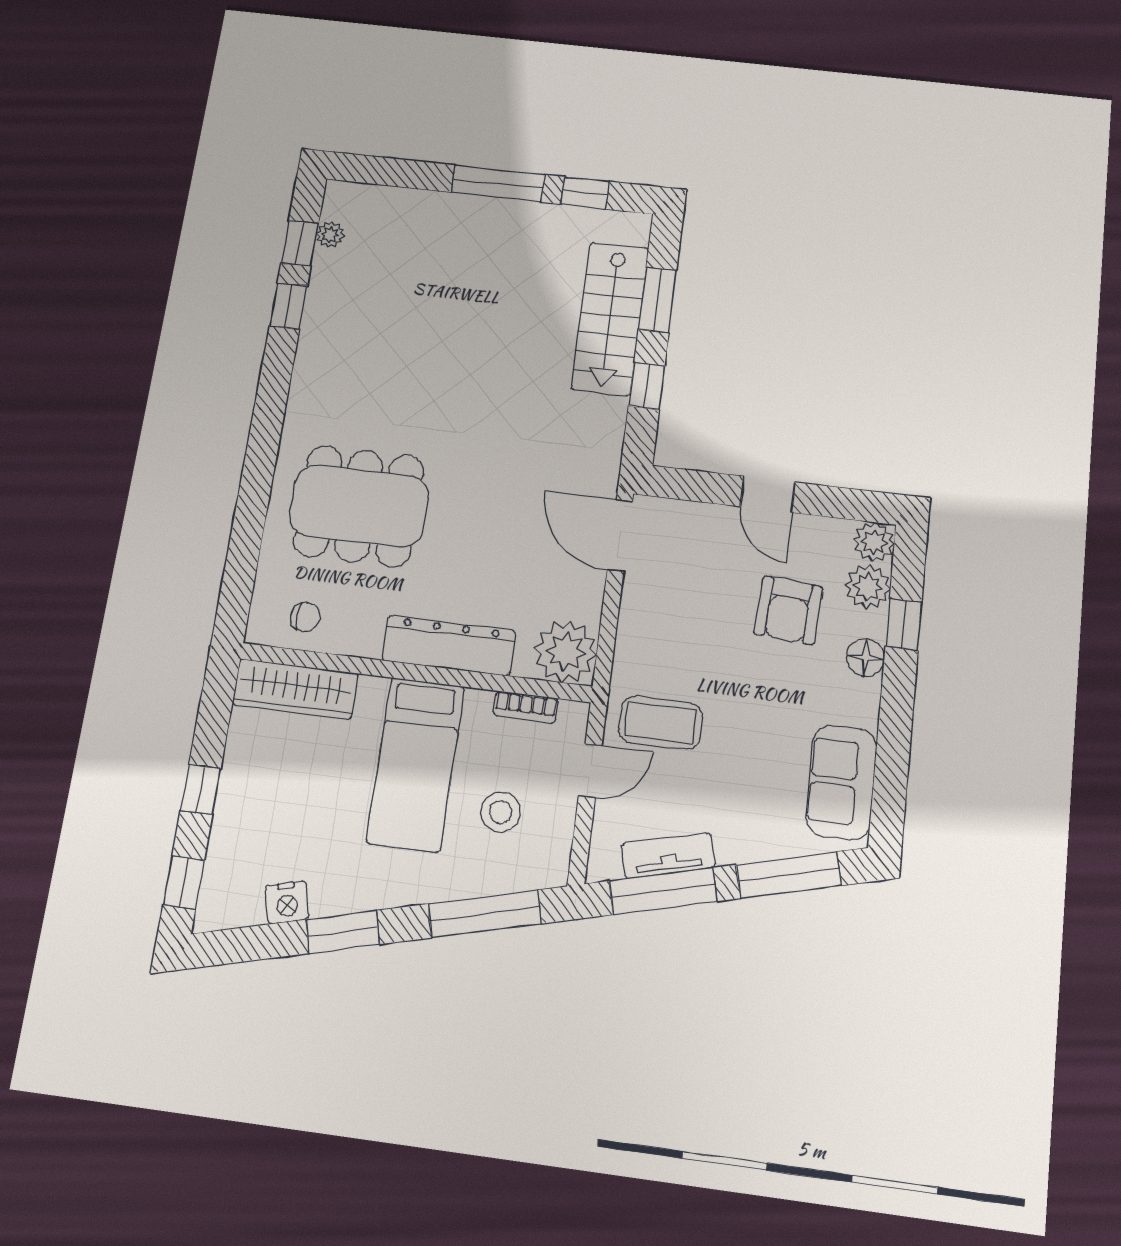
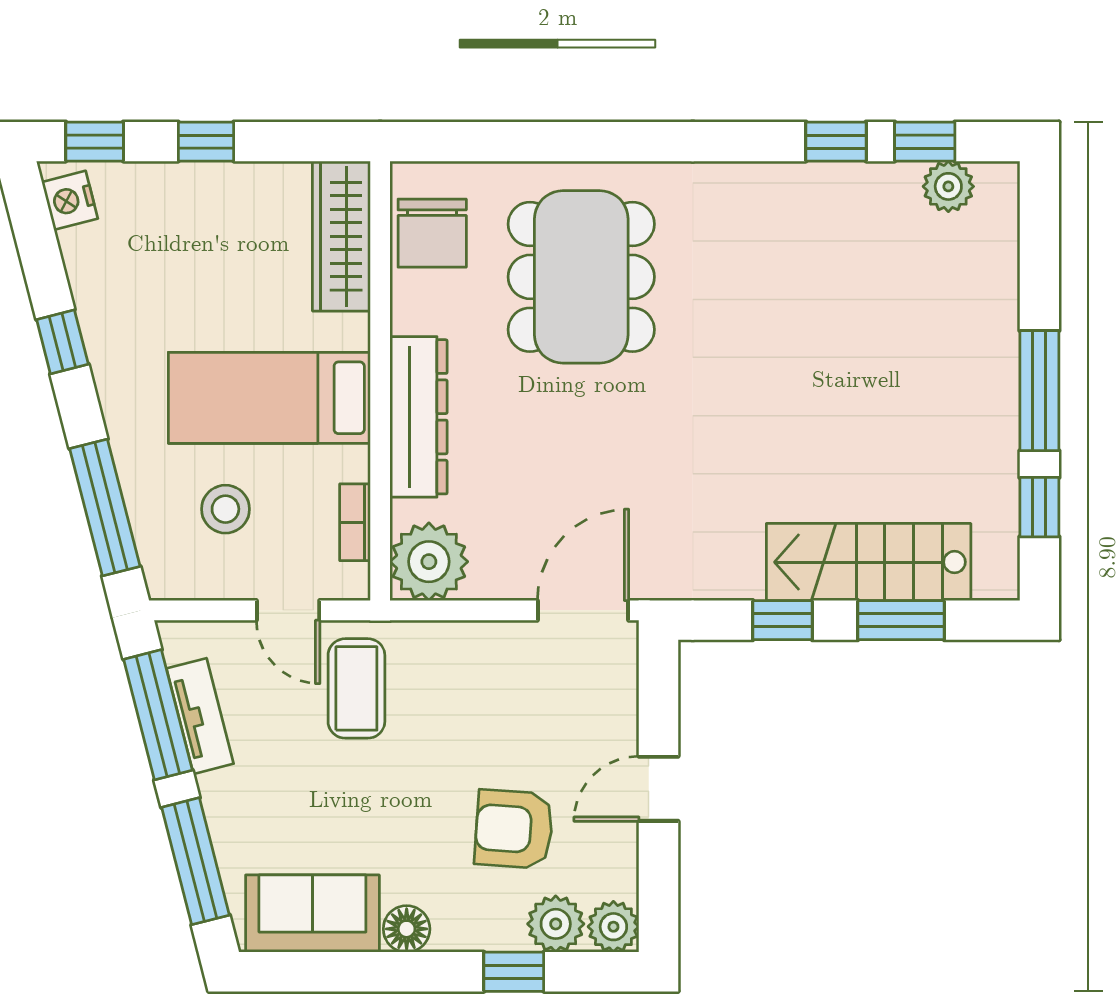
plant: (330, 235) -> (948, 186), width x1.38, depth x1.38
chair: (305, 617) -> (432, 233), width x1.87, depth x1.87
floor lamp: (866, 658) -> (407, 929), moved
nightstand: (287, 902) -> (70, 200), moved
window: (343, 932) -> (62, 342), width x0.67

